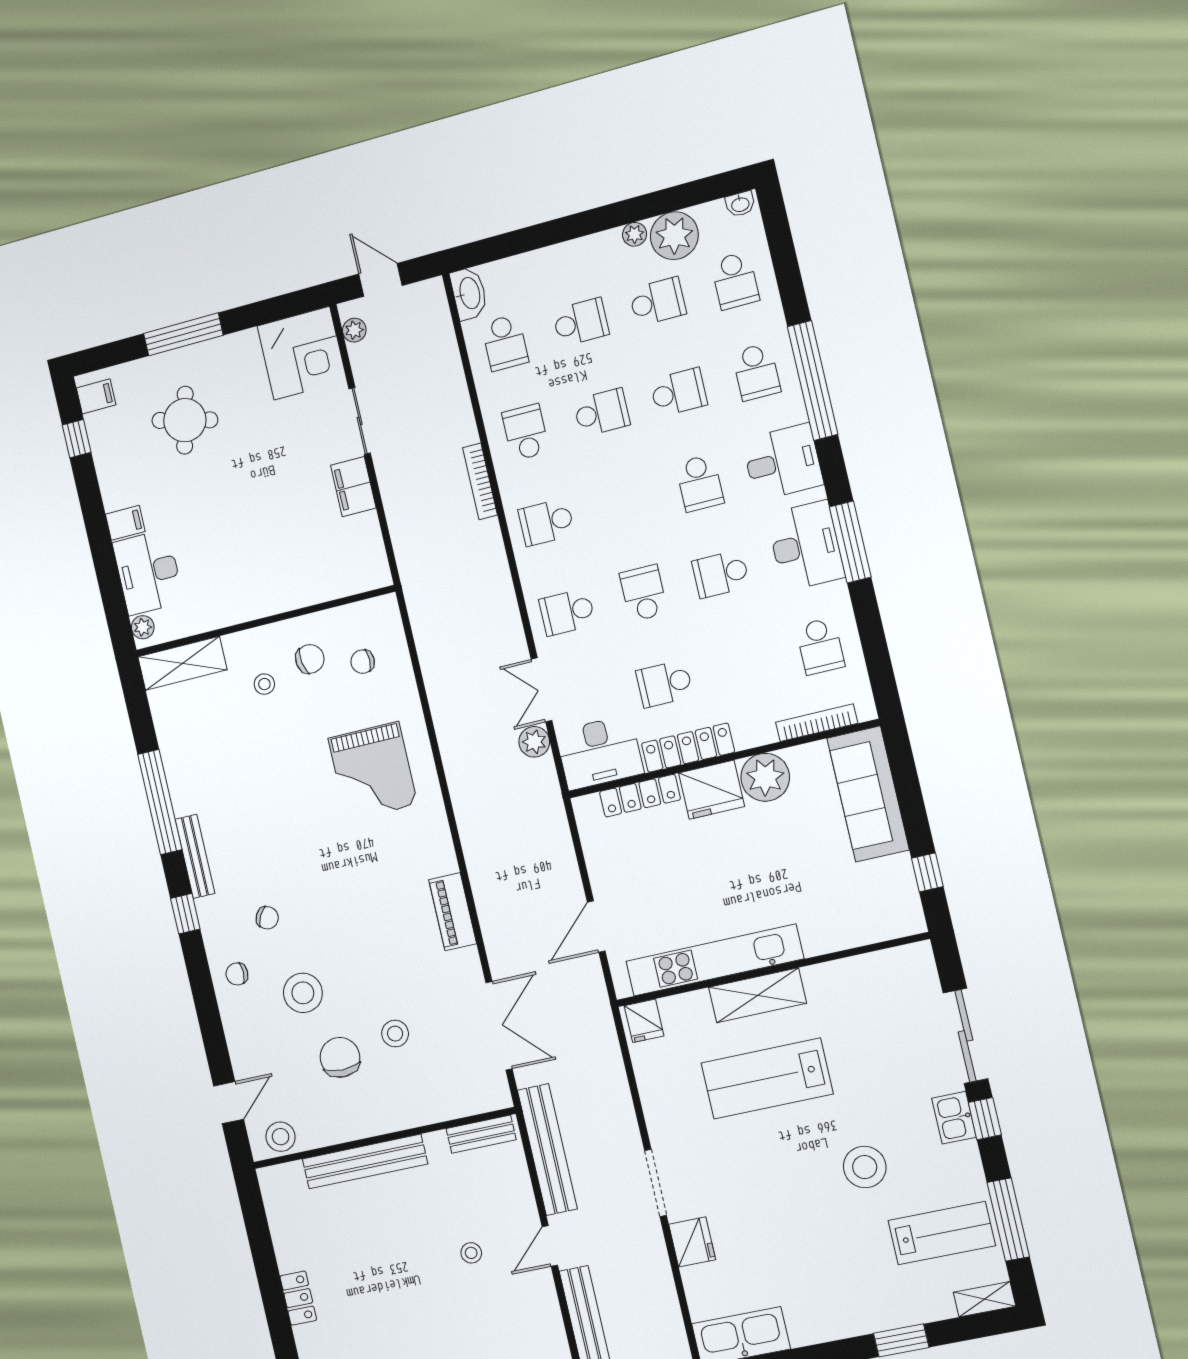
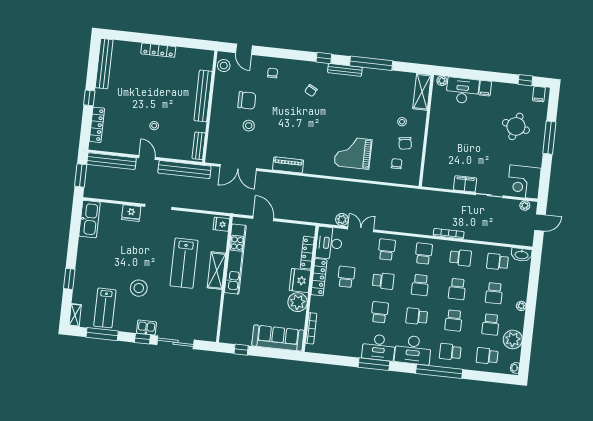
plant: (635, 234) -> (521, 306), moved
desk: (783, 462) -> (413, 350), width x1.37
school desk: (820, 646) -> (420, 285), moved, turned -90
chair: (237, 974) -> (273, 73), moved
stool: (303, 993) -> (277, 94), removed
lab bench: (767, 1078) -> (184, 263), turned 180
locker: (298, 1298) -> (158, 50), width x1.53

